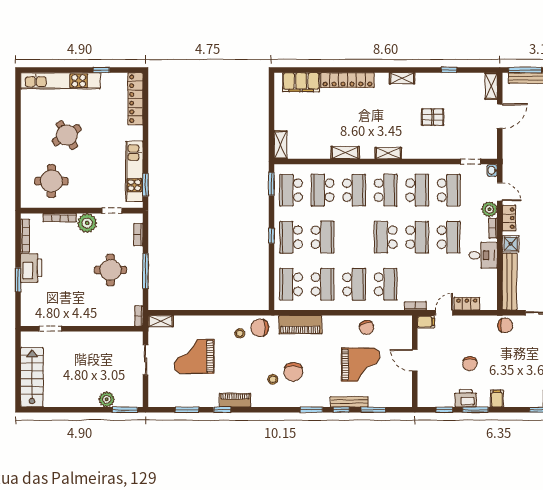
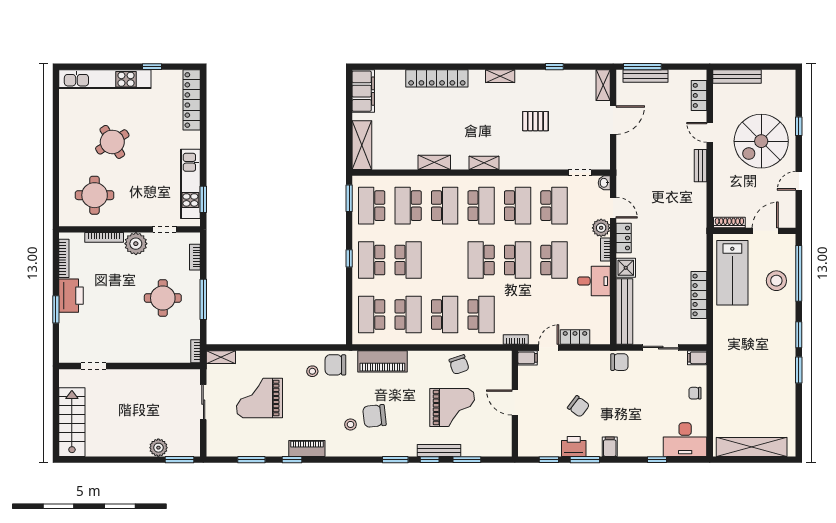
filing cabinet: (301, 82) -> (363, 91), moved, turned -90
shelving: (281, 145) -> (362, 145), width x1.50, depth x1.33
chair: (470, 364) -> (578, 406), turned -53
chair: (293, 372) -> (374, 416), turned 84

